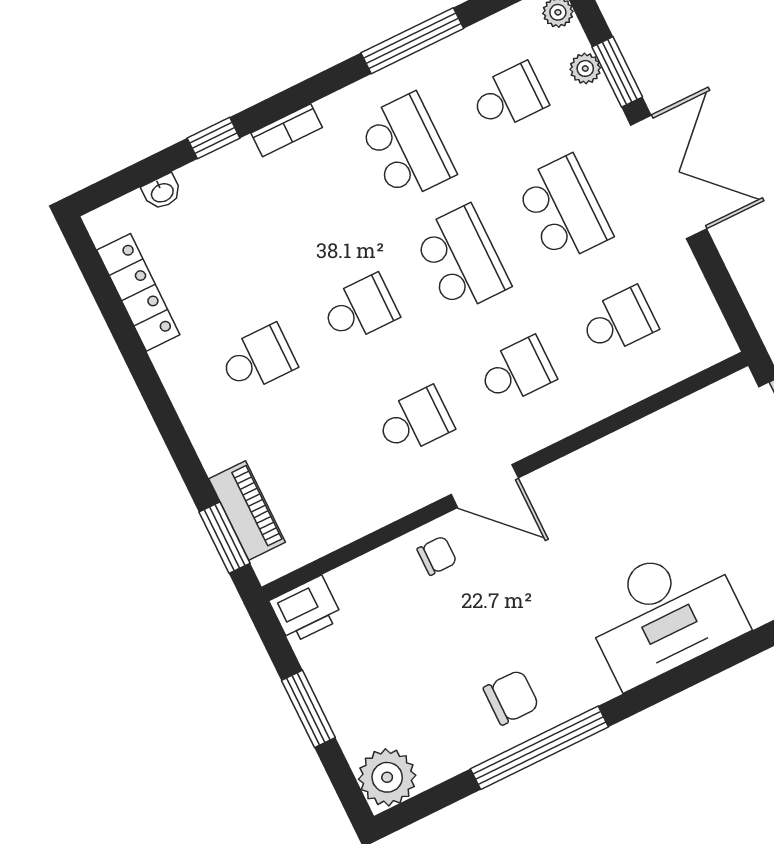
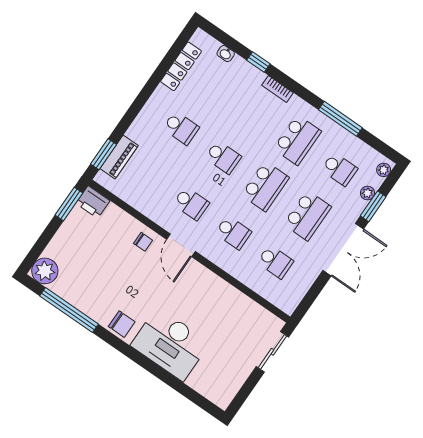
chair: (511, 697) -> (122, 324), moved
window: (308, 709) -> (69, 204), moved
window: (539, 748) -> (69, 310), moved

